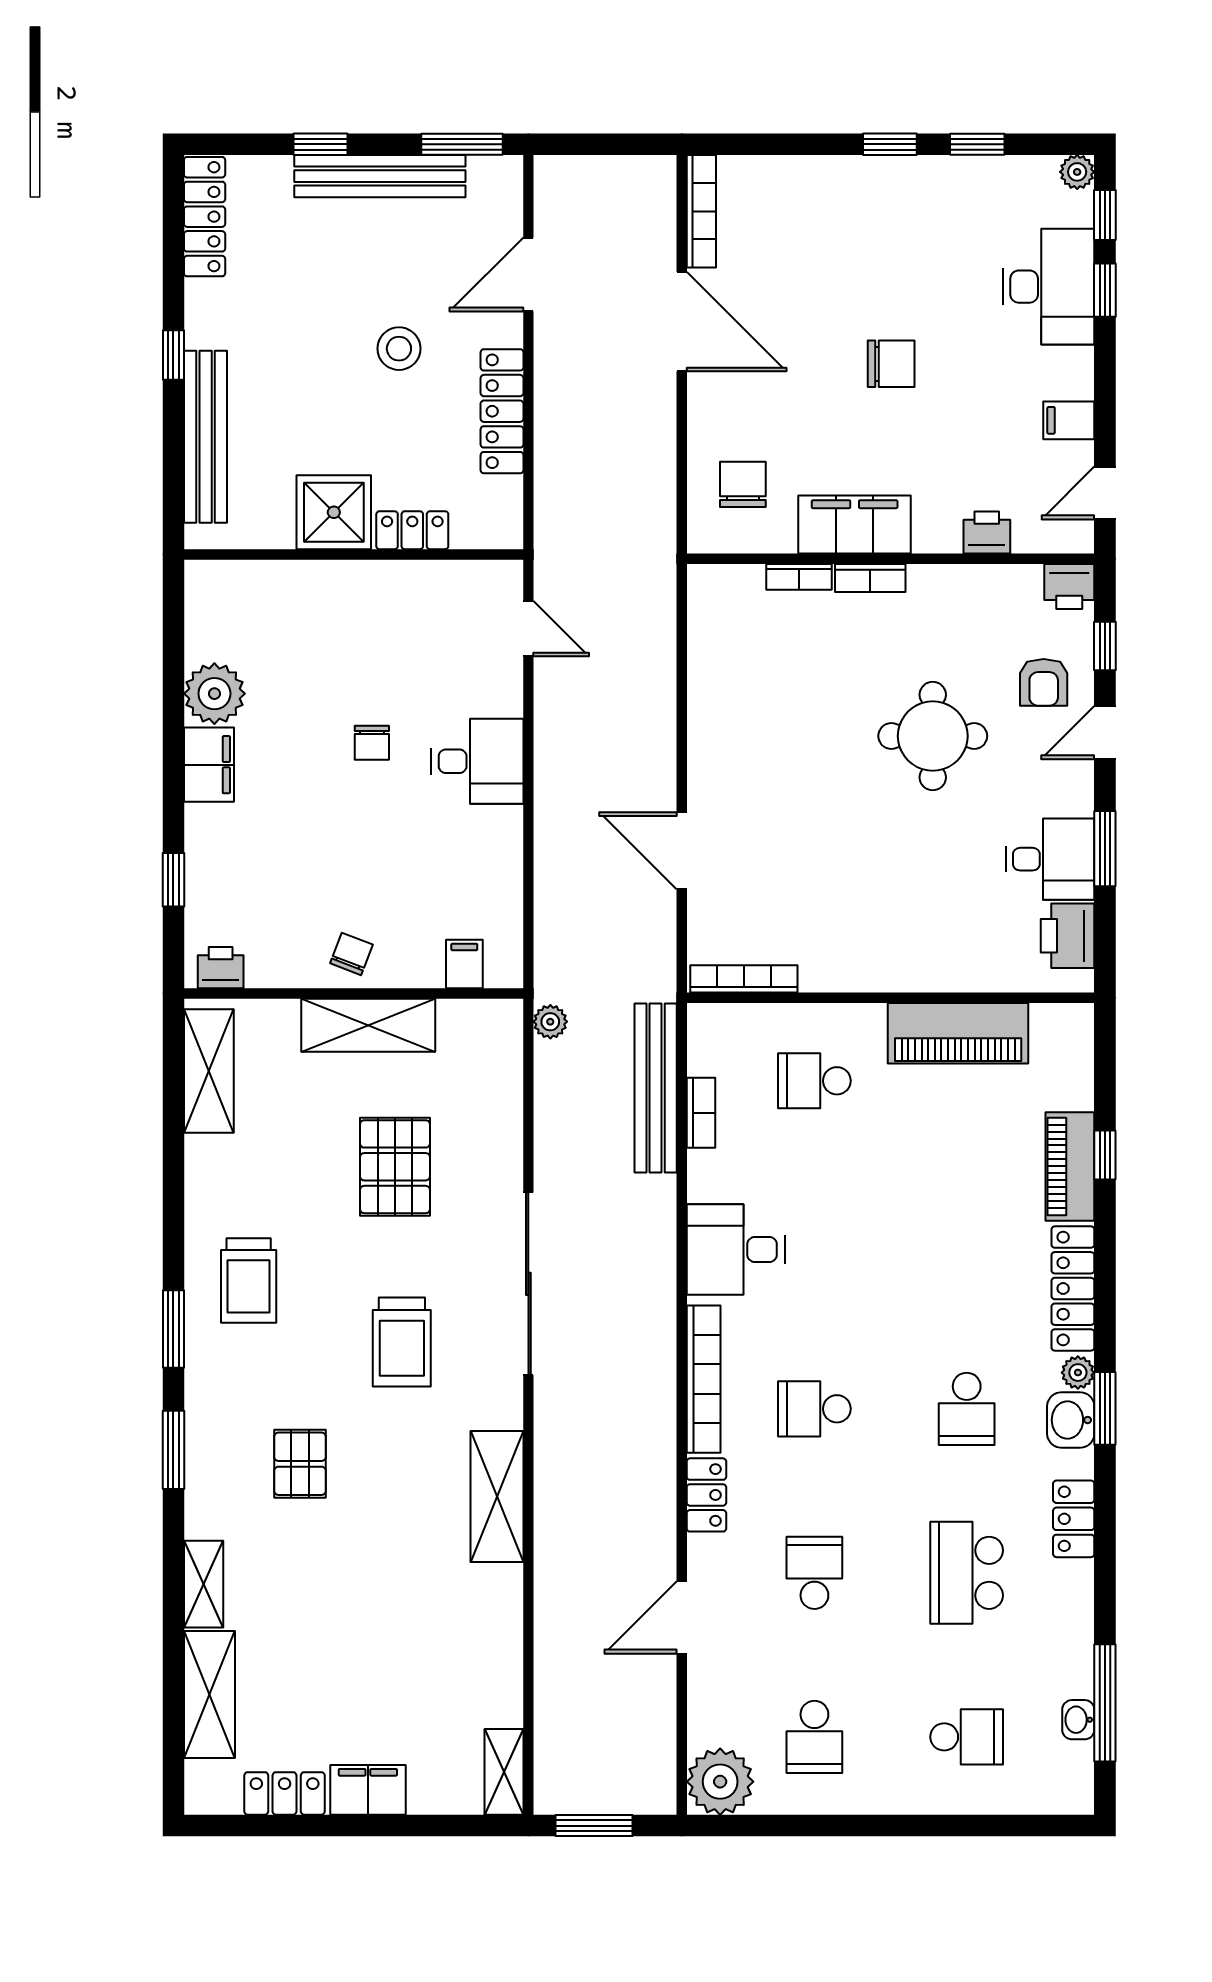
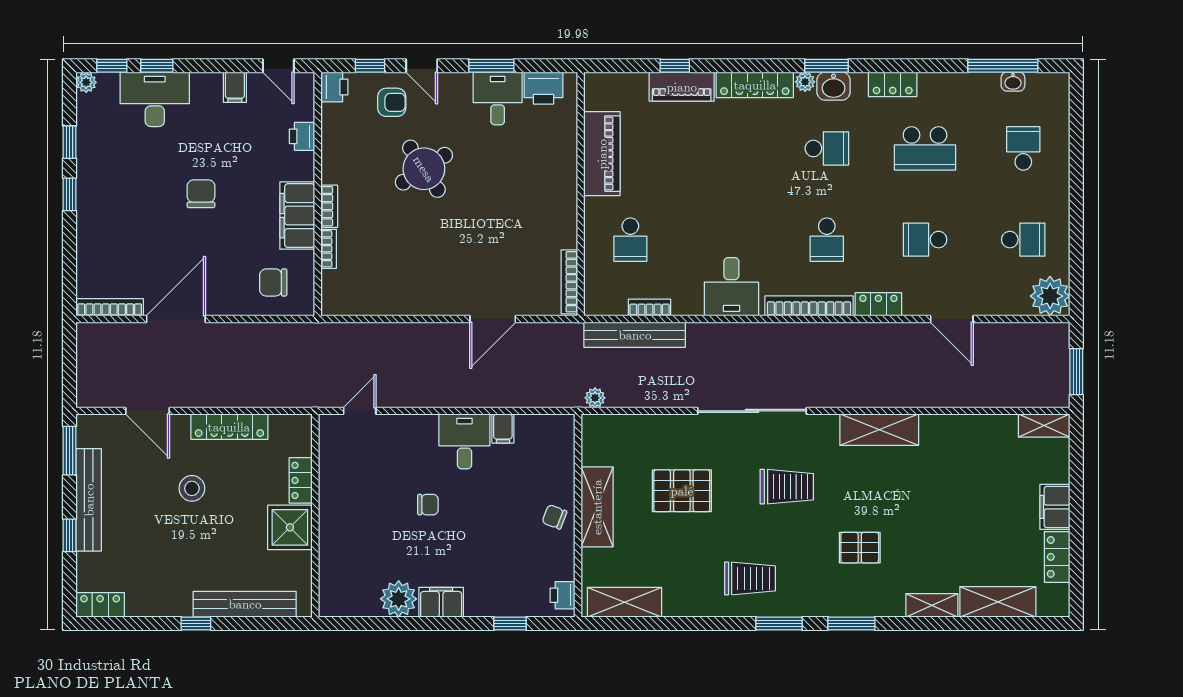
locker: (205, 217) -> (100, 605), width x0.66
round table: (933, 736) -> (424, 169), turned -33
desk: (477, 761) -> (464, 441), moved
filing cabinet: (464, 964) -> (503, 429), moved, turned -90

